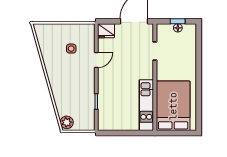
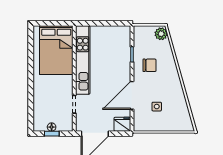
door: (96, 60) -> (132, 95), width x1.88
chair: (78, 90) -> (150, 65), added
kitchen unit: (146, 105) -> (83, 60), width x1.36

